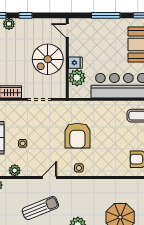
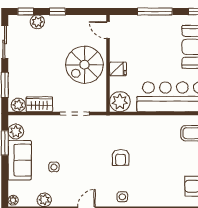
plant: (77, 78) -> (120, 102), moved
armchair: (77, 136) -> (121, 158), width x0.53, depth x0.53

